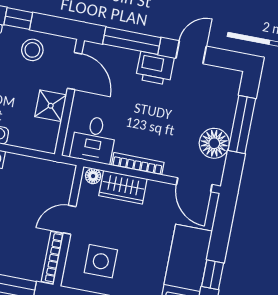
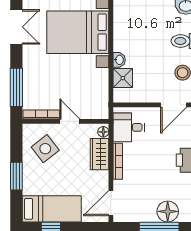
shower: (51, 106) -> (123, 78), moved
floor lamp: (214, 143) -> (168, 211), moved
side table: (101, 261) -> (45, 149), turned -38

